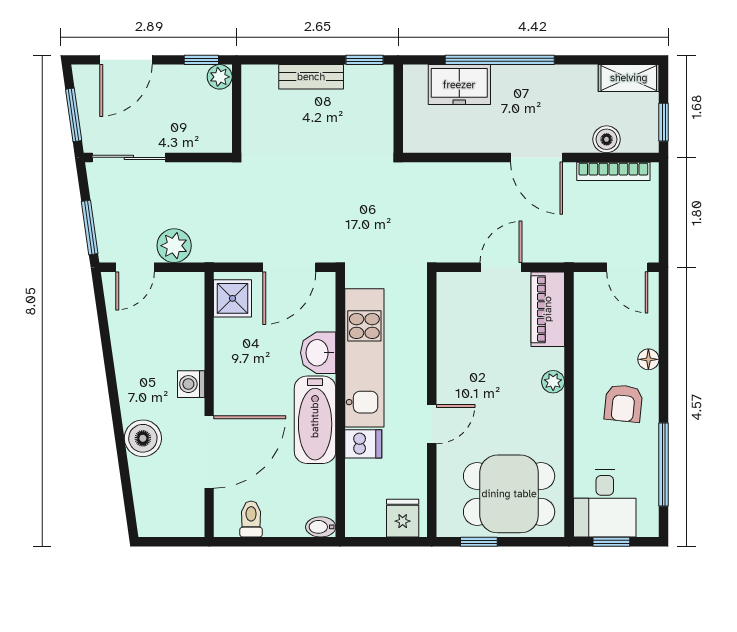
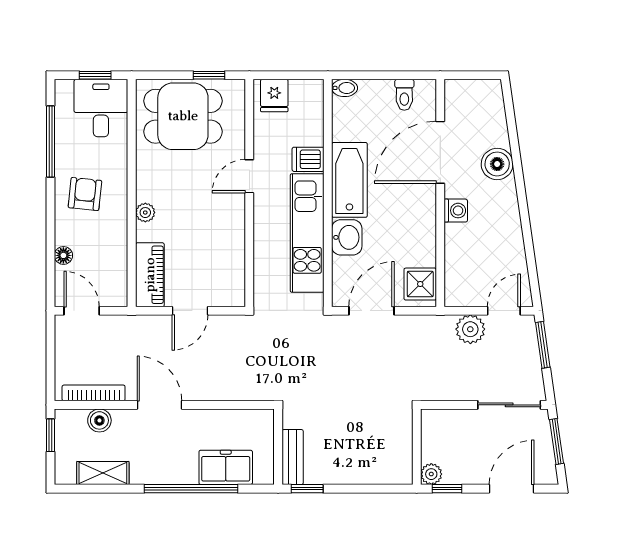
bench: (311, 77) -> (293, 457), moved, turned 90
shelving: (629, 78) -> (103, 473), moved
floor lamp: (648, 359) -> (63, 255), moved

